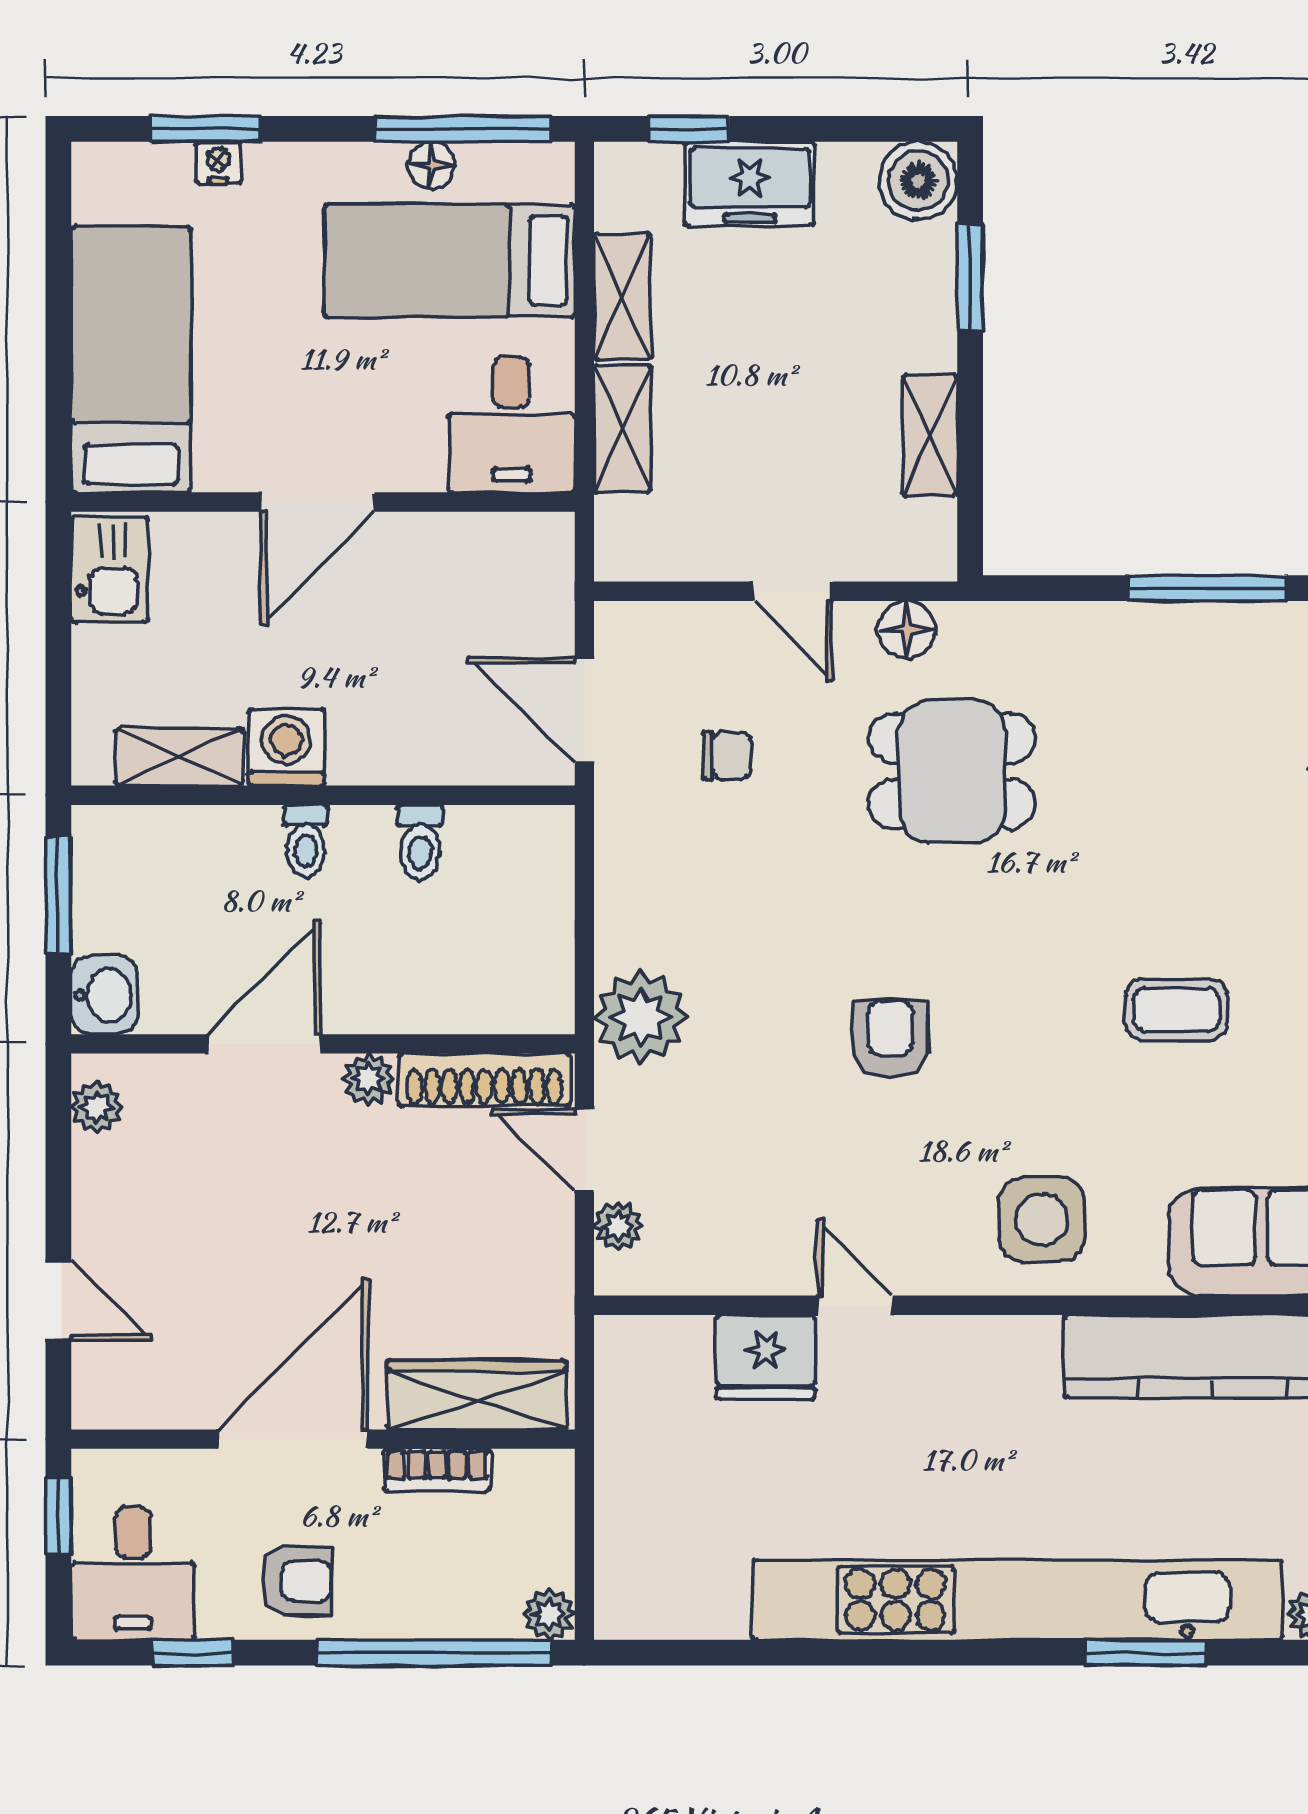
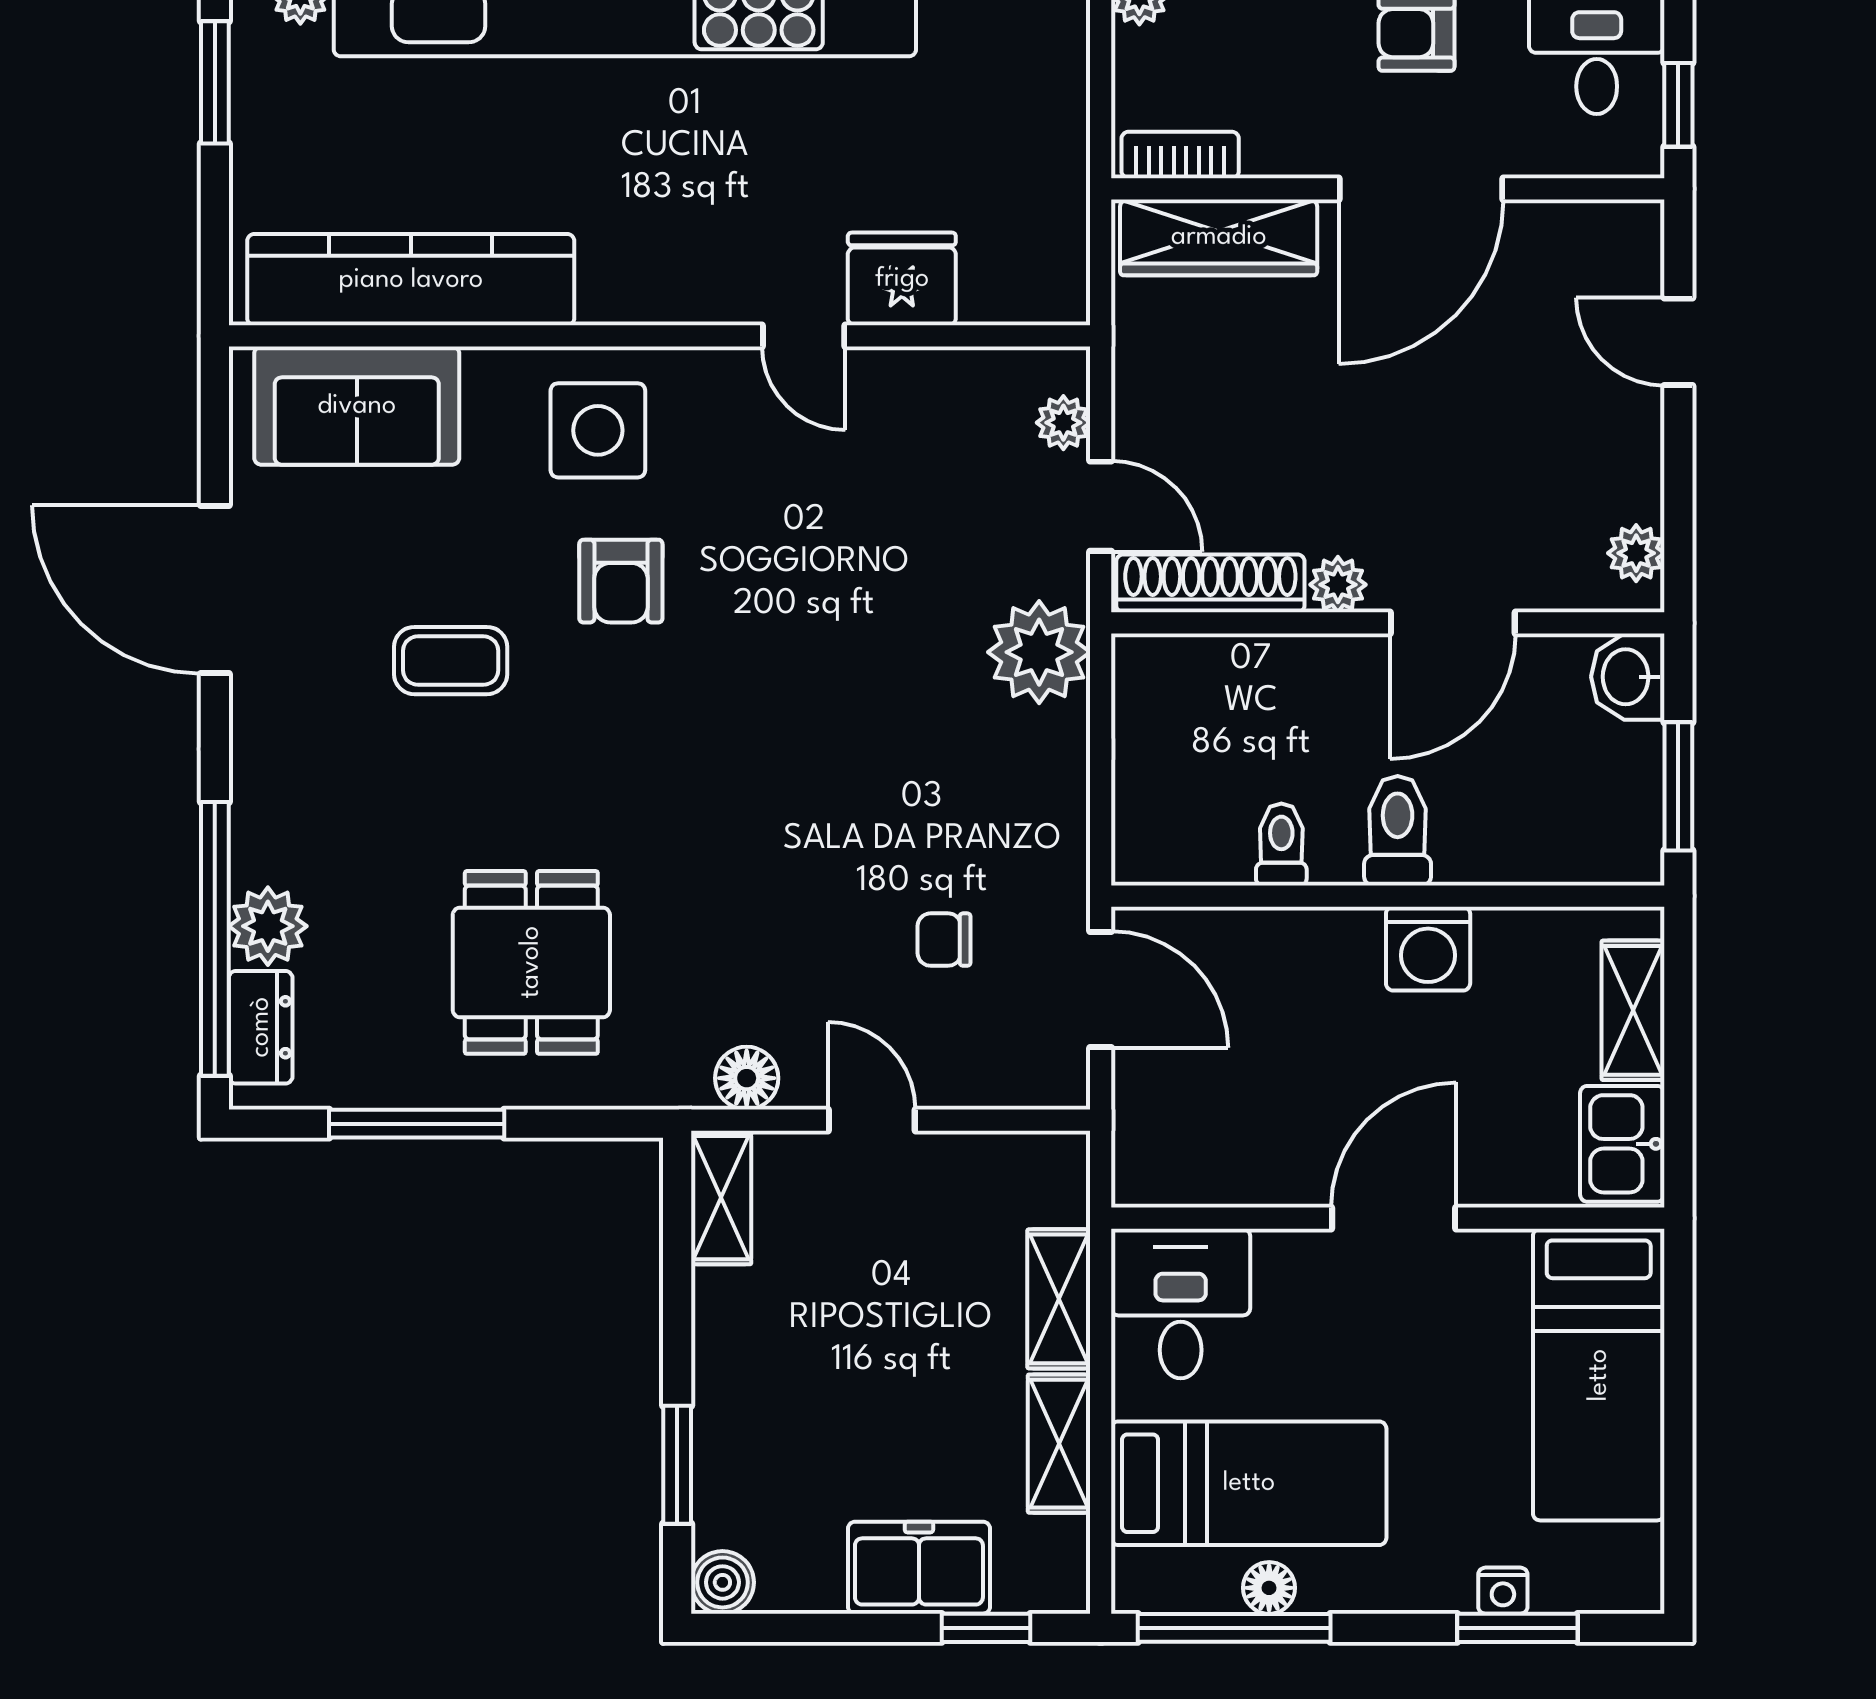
boiler: (918, 181) -> (722, 1582), width x0.73, depth x0.73
shelving: (930, 435) -> (721, 1198), moved
shelving: (179, 757) -> (1633, 1010), moved, turned 90
dining table: (952, 771) -> (531, 962), moved, turned 90
toilet: (306, 841) -> (1398, 831), width x1.37, depth x1.39
armchair: (890, 1039) -> (621, 581), moved
bookcase: (437, 1470) -> (1180, 155), moved

